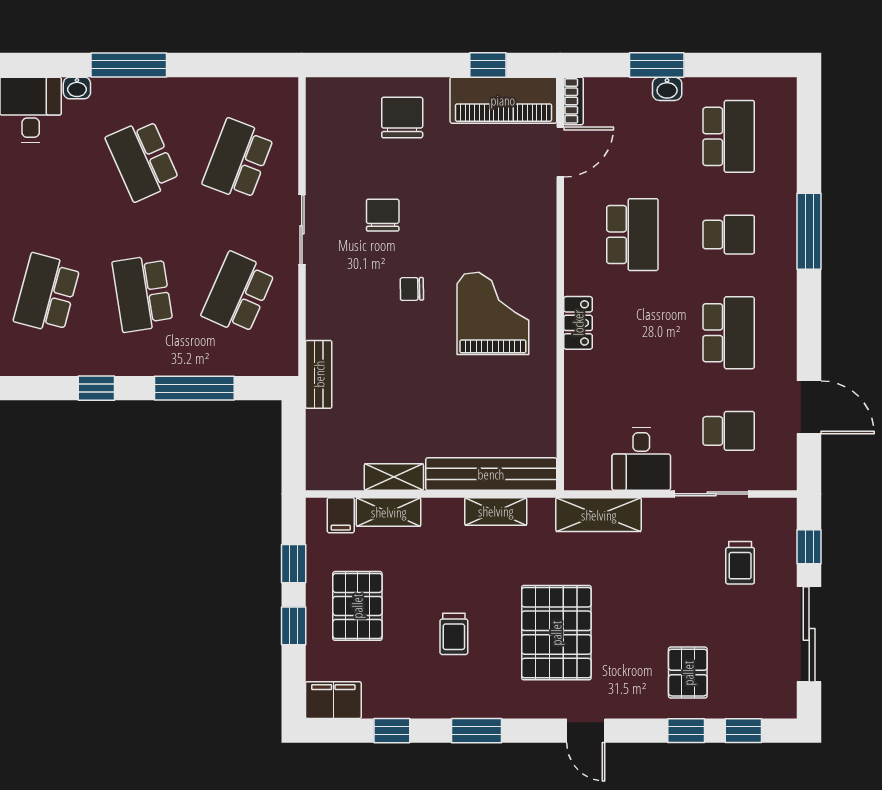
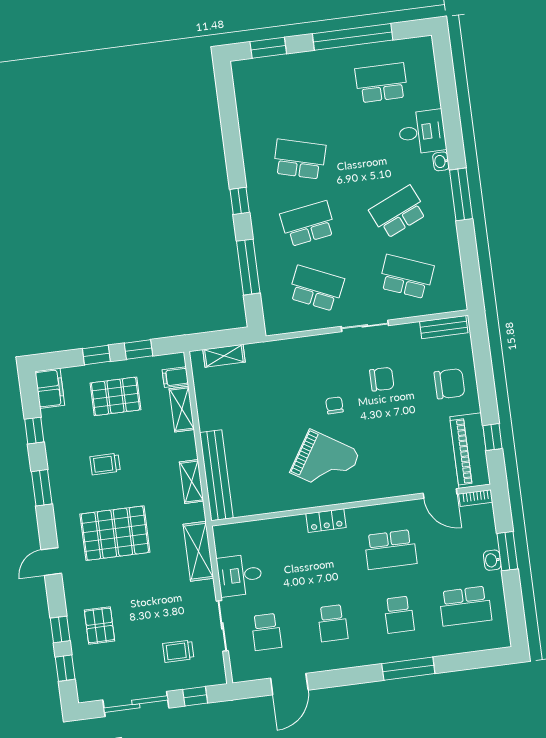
grand piano: (493, 313) -> (325, 462), turned 32
school desk: (729, 333) -> (333, 623), width x0.54
bench: (319, 374) -> (444, 327), moved
shelving: (394, 477) -> (224, 356), moved, turned 90
pallet: (688, 673) -> (99, 625), turned 90

